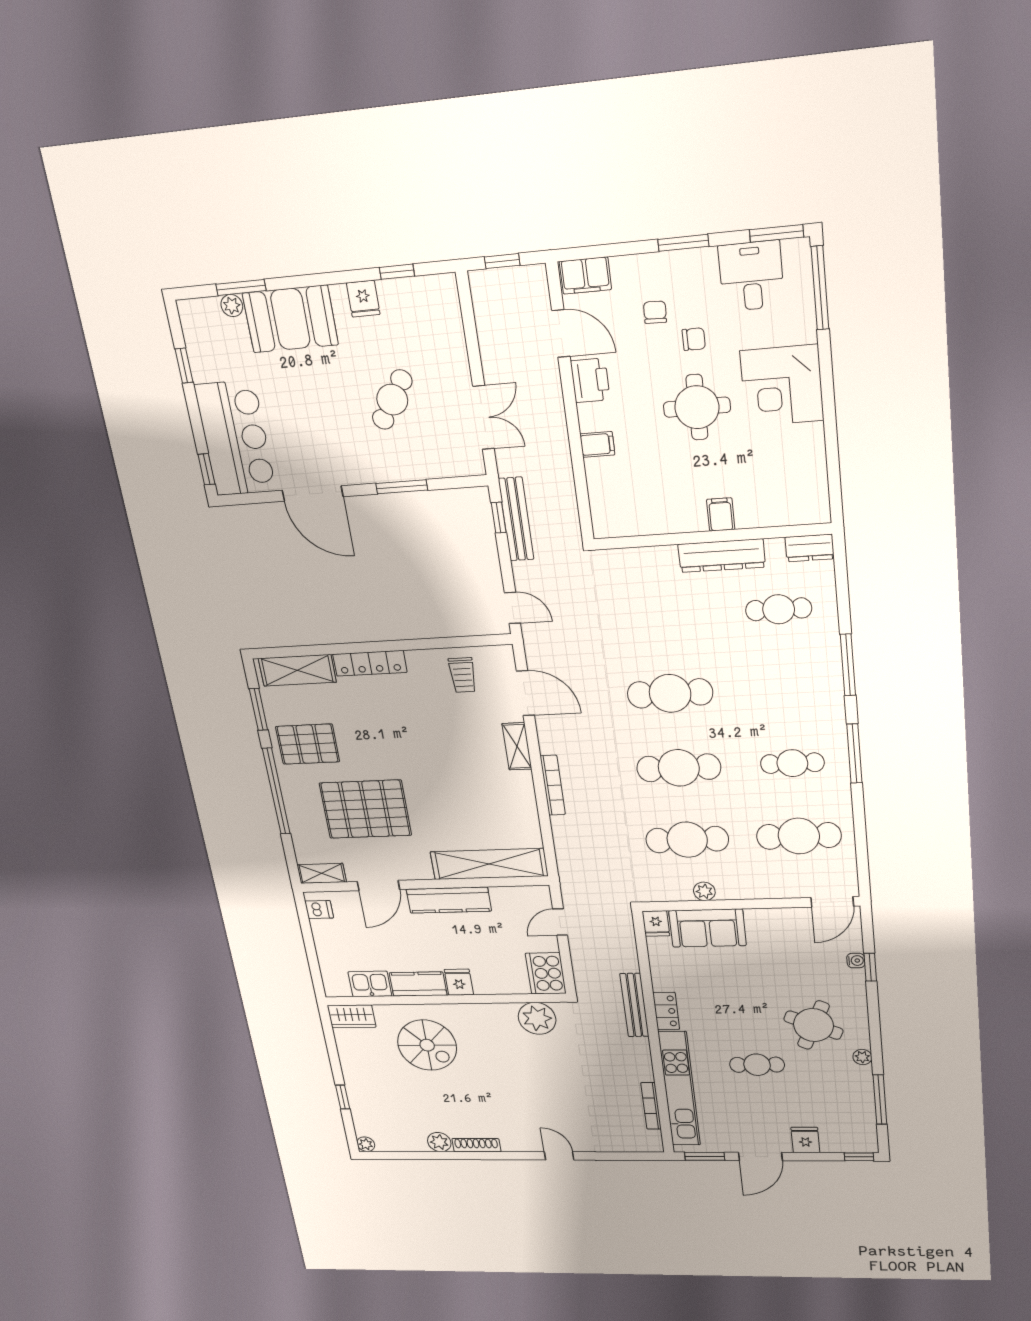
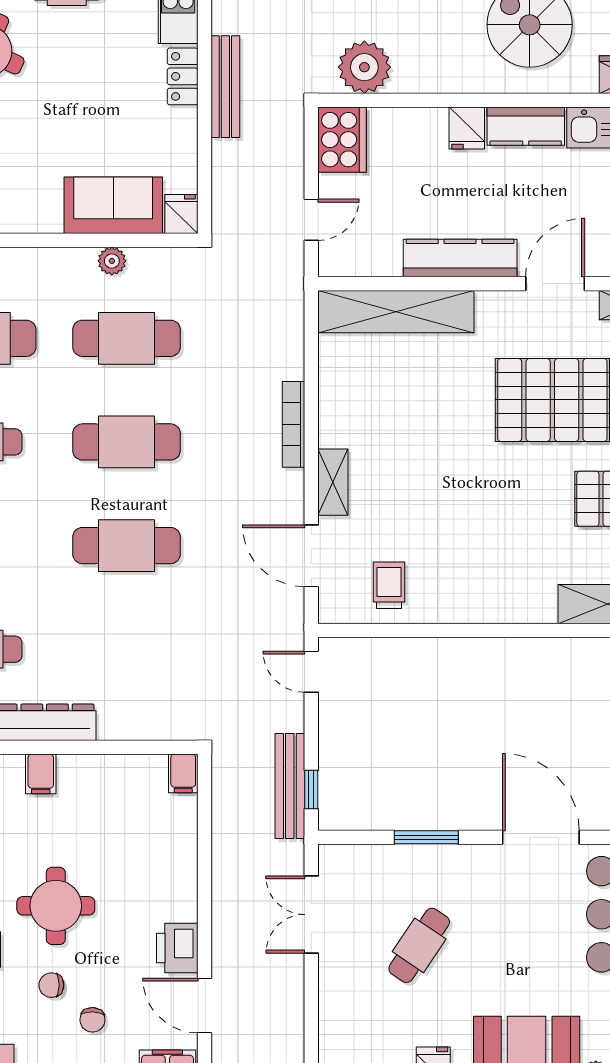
filing cabinet: (597, 444) -> (183, 773), moved, turned -90
locker: (370, 663) -> (508, 608), removed

